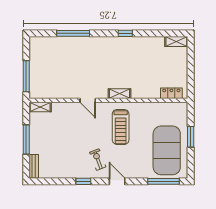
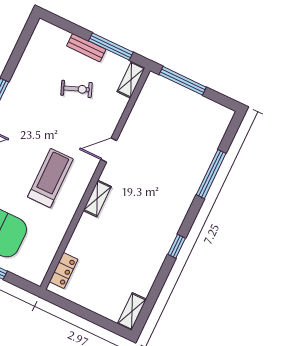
treadmill: (121, 127) -> (50, 178), turned 90
window: (26, 140) -> (111, 47), moved
exercise bike: (98, 160) -> (76, 89), moved
bench: (34, 166) -> (86, 48), moved

